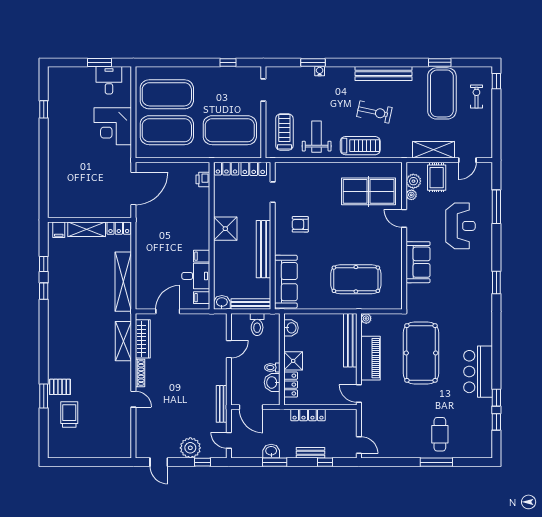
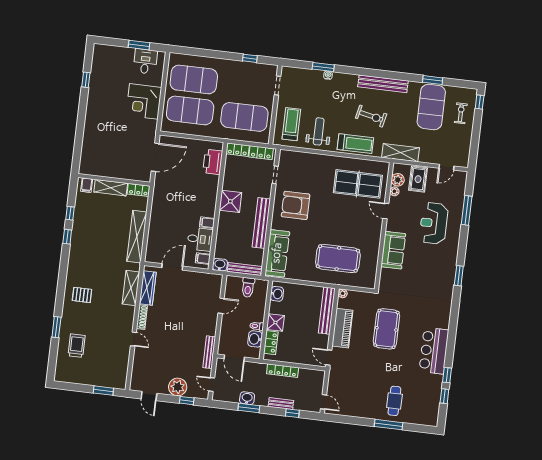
shelving: (433, 150) -> (401, 153), moved
printer: (203, 179) -> (213, 162), width x1.87, depth x1.48
armchair: (300, 224) -> (296, 205), width x1.88, depth x1.88
reception desk: (461, 226) -> (434, 223), turned 180
pool table: (421, 353) -> (386, 329), width x0.73, depth x0.76
pallet: (60, 387) -> (82, 295), moved
window: (106, 462) -> (103, 391), added

